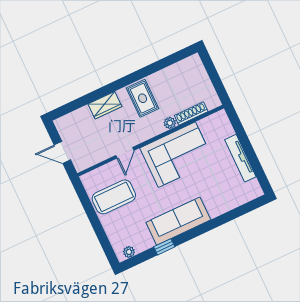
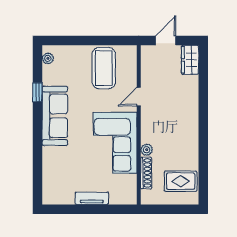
rug: (143, 98) -> (181, 181), moved
wardrobe: (105, 105) -> (190, 60), moved
door: (125, 153) -> (139, 97), hinge flipped
tv unit: (240, 158) -> (92, 198), width x0.71

